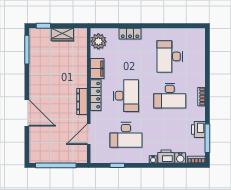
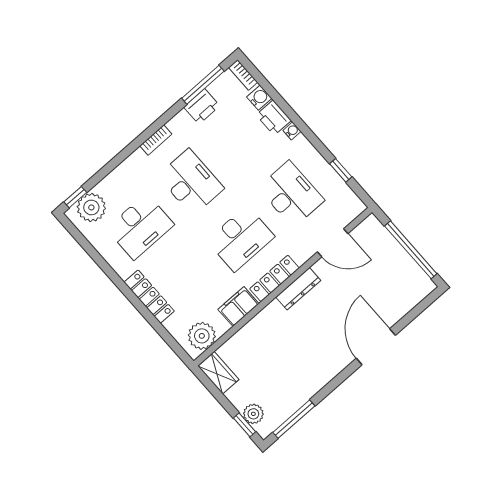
plant: (45, 34) -> (253, 414), added
wardrobe: (62, 34) -> (218, 373), moved
locker: (130, 34) -> (149, 297), width x1.53
window: (207, 40) -> (75, 197), added
plant: (197, 43) -> (91, 207), added
desk: (126, 96) -> (241, 239), turned 180

